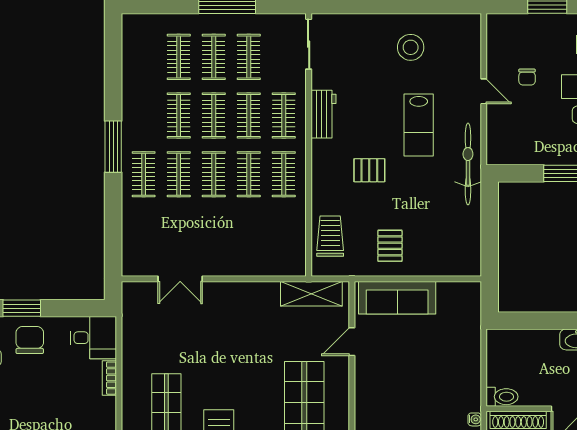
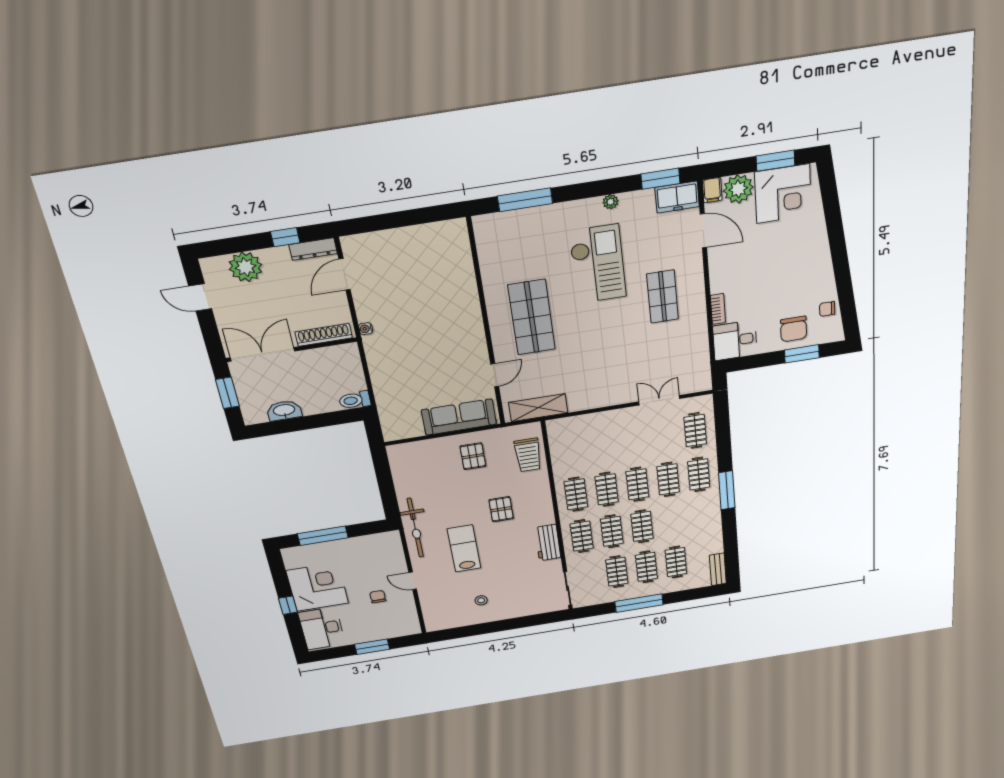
bench: (130, 36) -> (718, 569), added
stool: (411, 47) -> (481, 600), width x0.53, depth x0.53
clothes rail: (179, 116) -> (695, 431), moved
pallet: (369, 170) -> (501, 509), turned 90
toilet: (502, 397) -> (355, 400), moved

